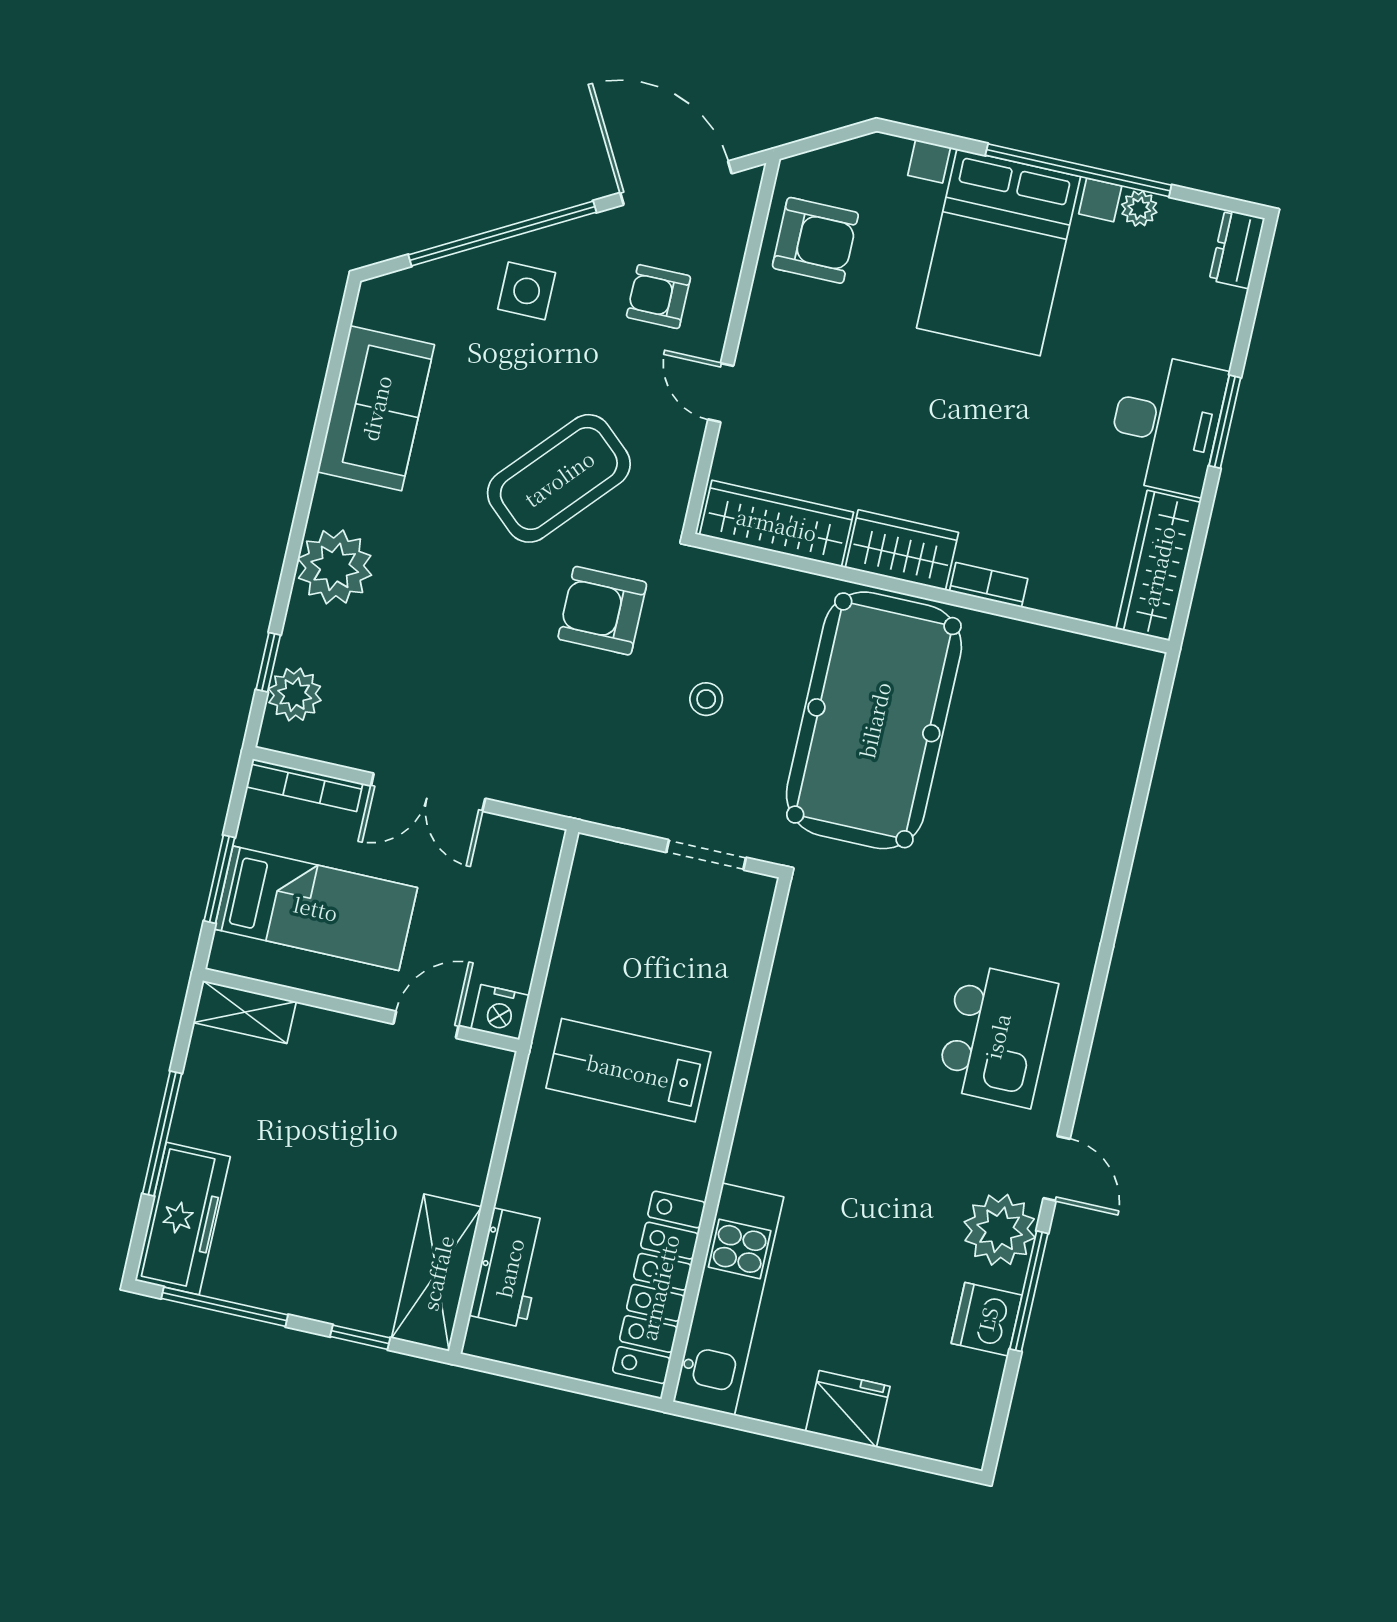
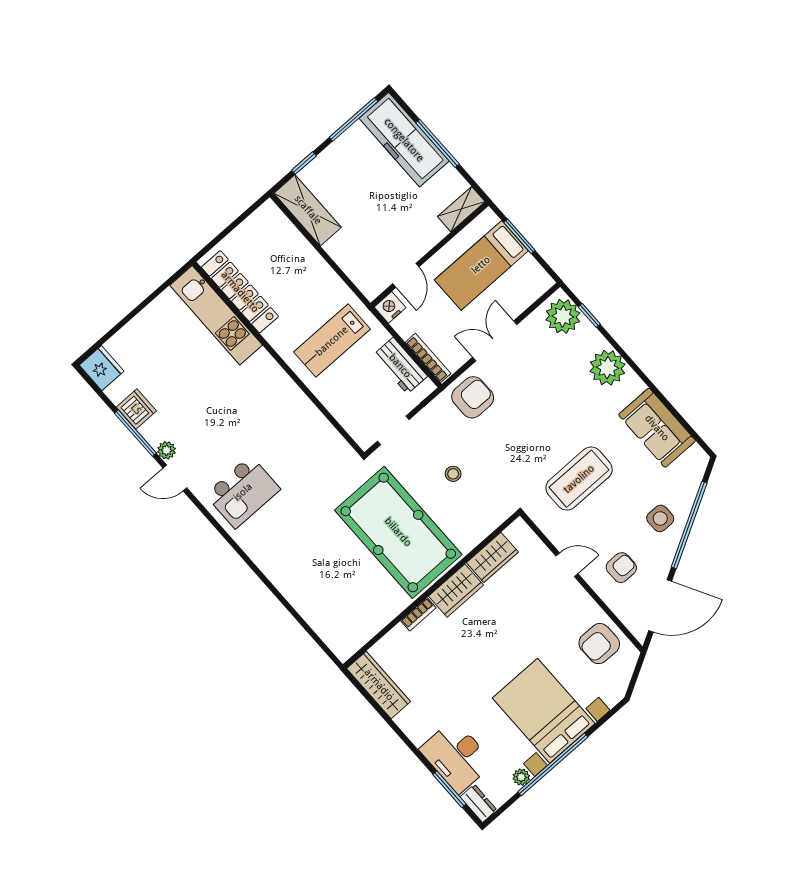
window: (1225, 422) -> (449, 789), moved
desk: (1166, 424) -> (456, 756), moved
coffee table: (559, 478) -> (579, 479), turned 48
wardrobe: (777, 524) -> (492, 557), width x0.67
armchair: (602, 611) -> (473, 397), moved
plant: (295, 694) -> (563, 316), width x1.36, depth x1.36
bookcase: (305, 785) -> (428, 358), moved, turned 90
kitchen island: (997, 1036) -> (243, 492), turned -90
lab bench: (628, 1070) -> (332, 341), turned 180
freezer: (183, 1219) -> (404, 140), width x1.36, depth x1.26
plant: (1000, 1230) -> (166, 450), width x0.53, depth x0.53
workbench: (509, 1268) -> (400, 366), moved
fridge: (848, 1409) -> (102, 368), moved, turned -90

